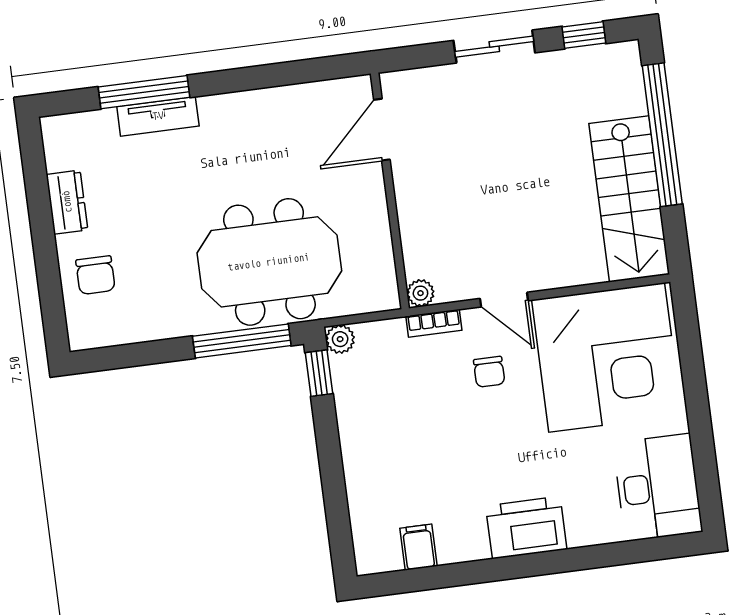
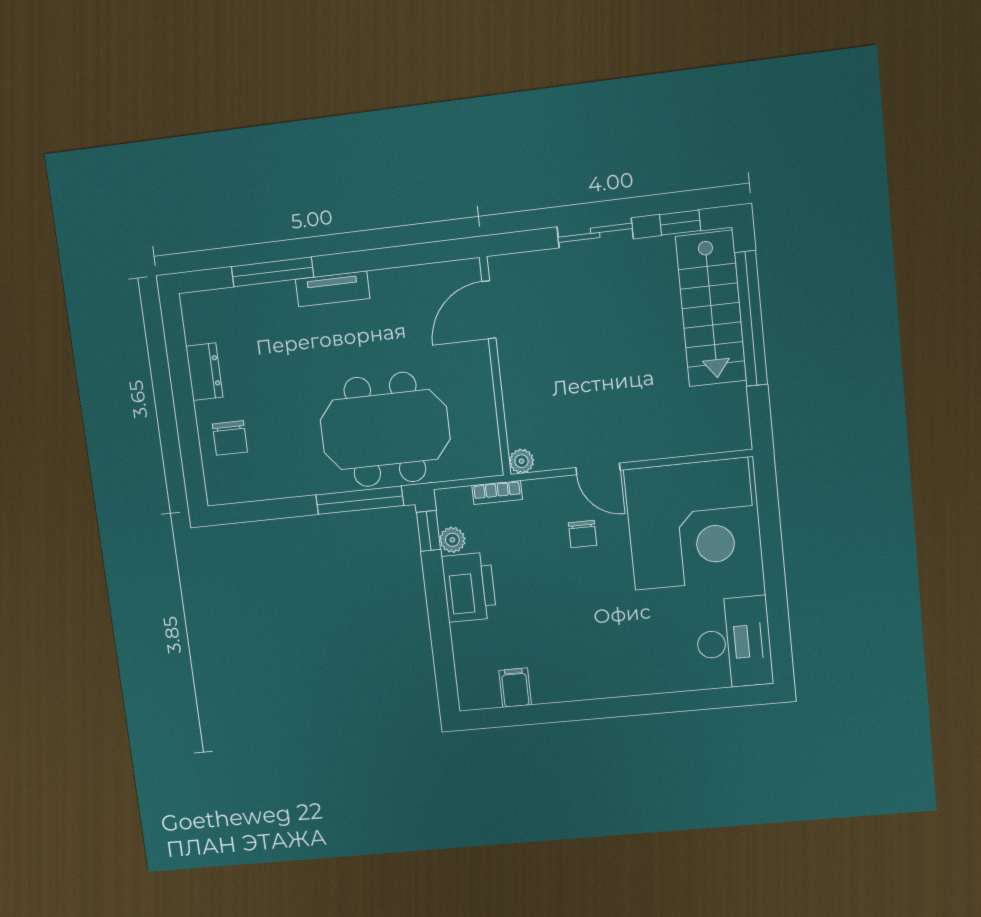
tv unit: (158, 116) -> (333, 289), moved
stairs: (629, 199) -> (711, 309), moved
bookcase: (434, 323) -> (497, 492), moved
plant: (340, 339) -> (452, 540), moved
printer: (526, 528) -> (469, 587), moved, turned 90

